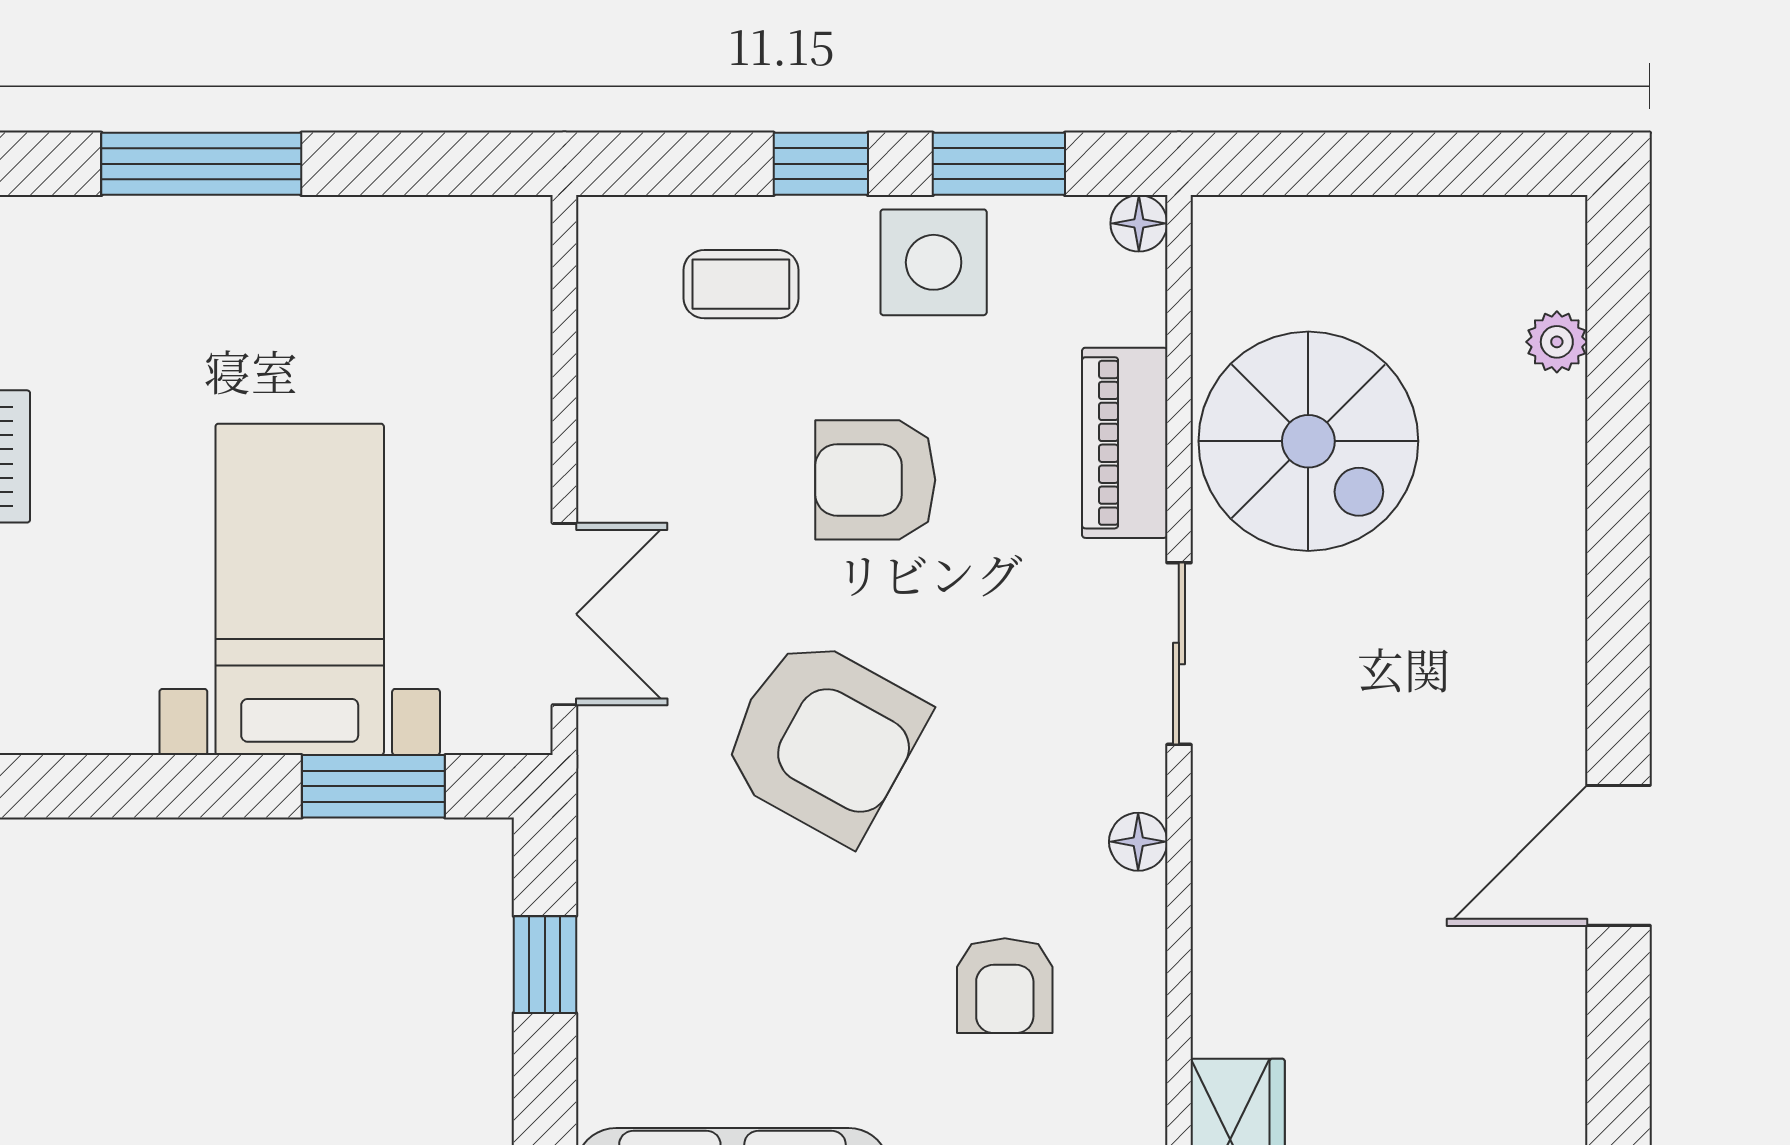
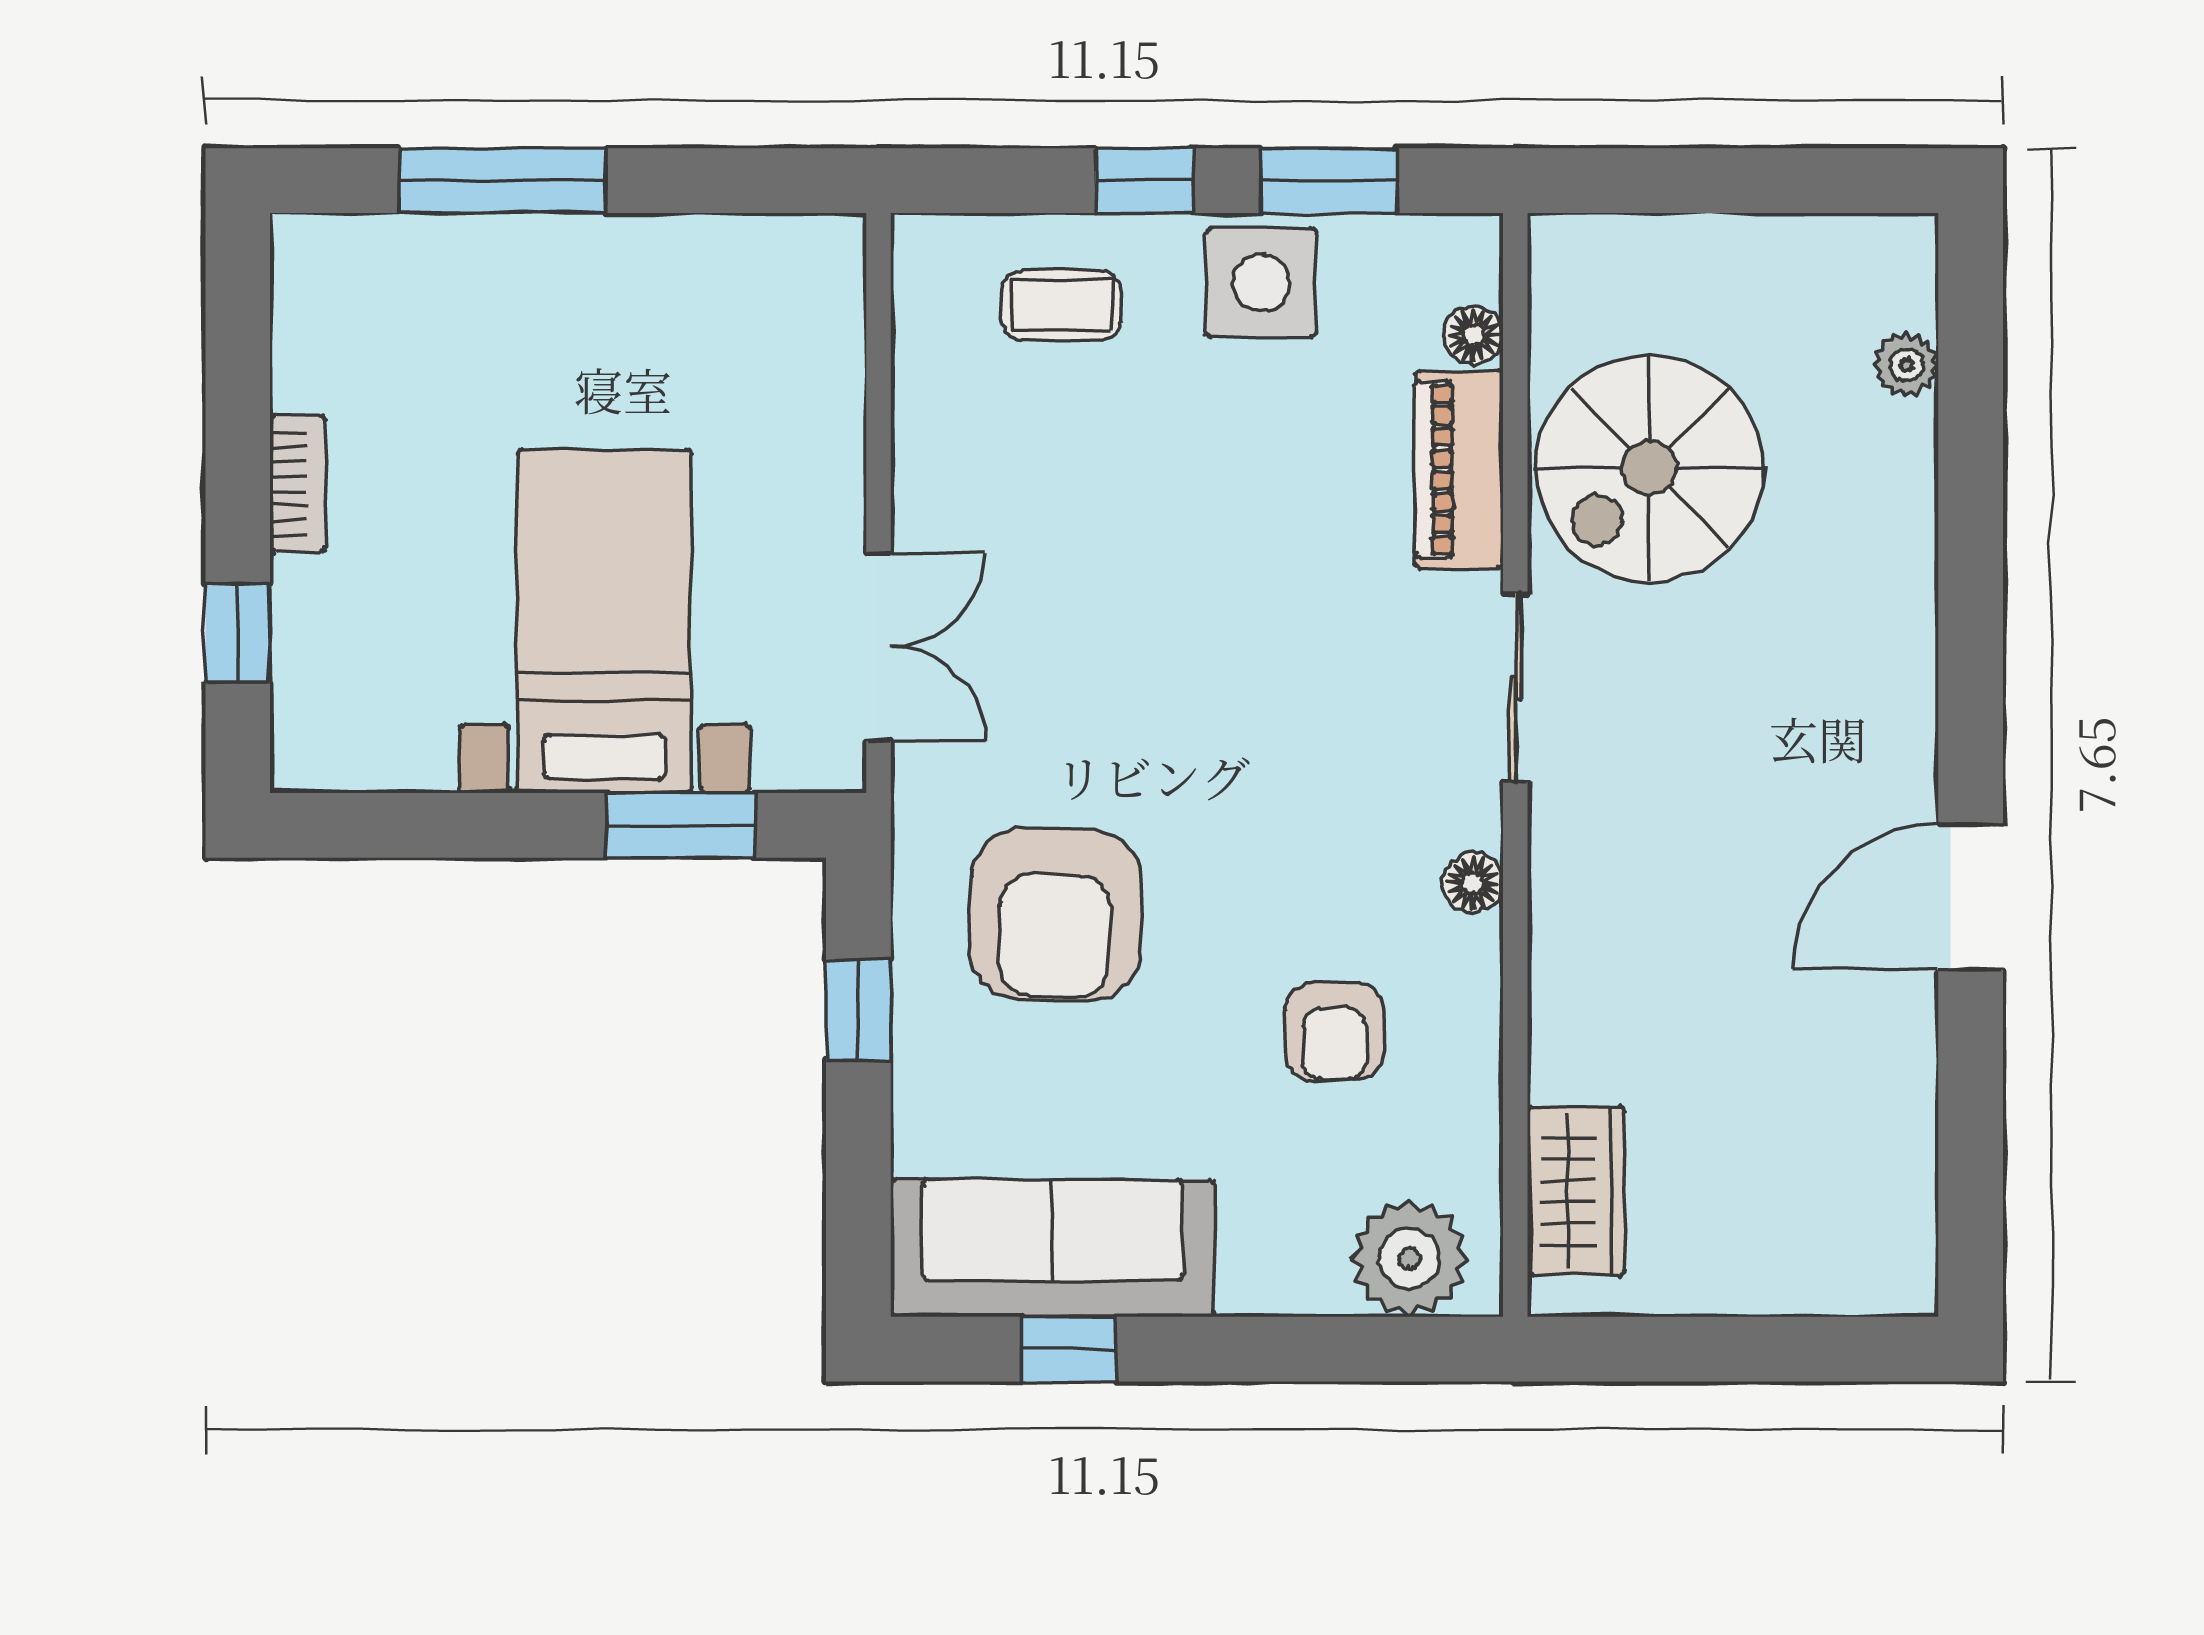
floor lamp: (1139, 223) -> (1474, 335), moved
spiral stairs: (1308, 441) -> (1649, 468), turned 90
armchair: (875, 480) -> (1201, 508), removed
armchair: (823, 739) -> (1055, 914), moved, turned 63

